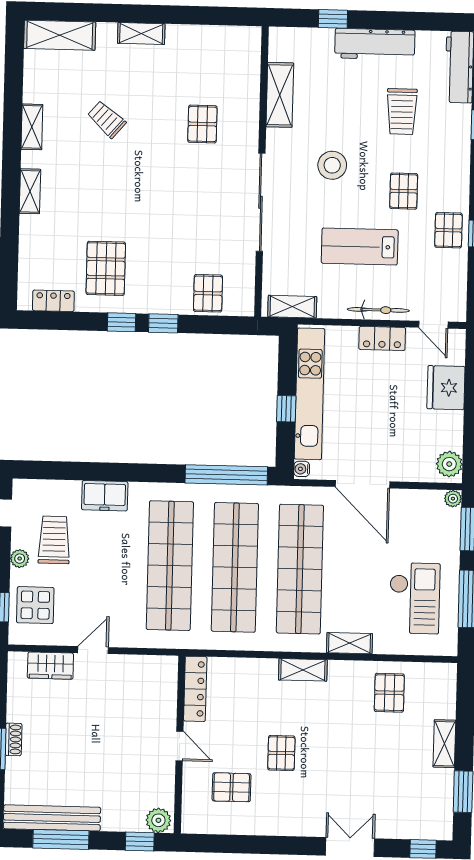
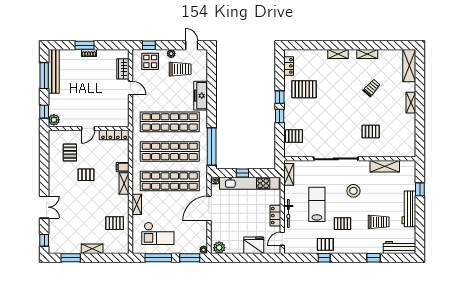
trolley: (402, 111) -> (379, 222), turned 180
freezer: (105, 496) -> (201, 96), width x1.40
filing cabinet: (267, 672) -> (123, 167), added

